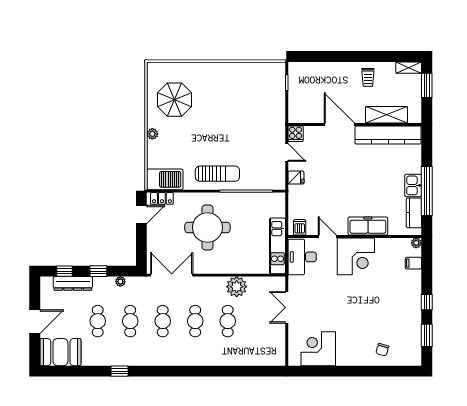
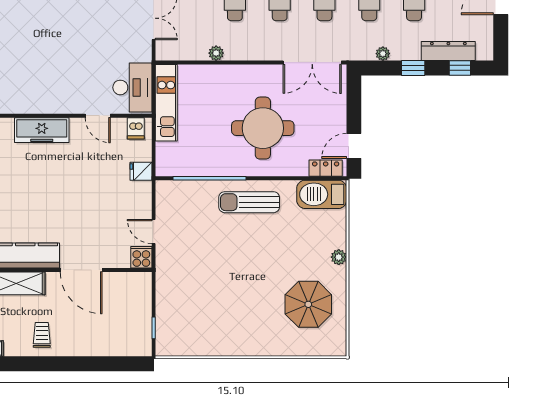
fridge: (296, 178) -> (141, 171), moved
corner desk: (356, 256) -> (58, 88), removed
plant: (237, 287) -> (216, 53), width x0.53, depth x0.53

